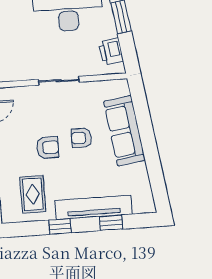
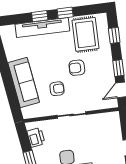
armchair: (81, 138) -> (57, 89), moved
rug: (33, 194) -> (85, 34), width x1.36, depth x1.43
window: (111, 223) -> (40, 16), moved

